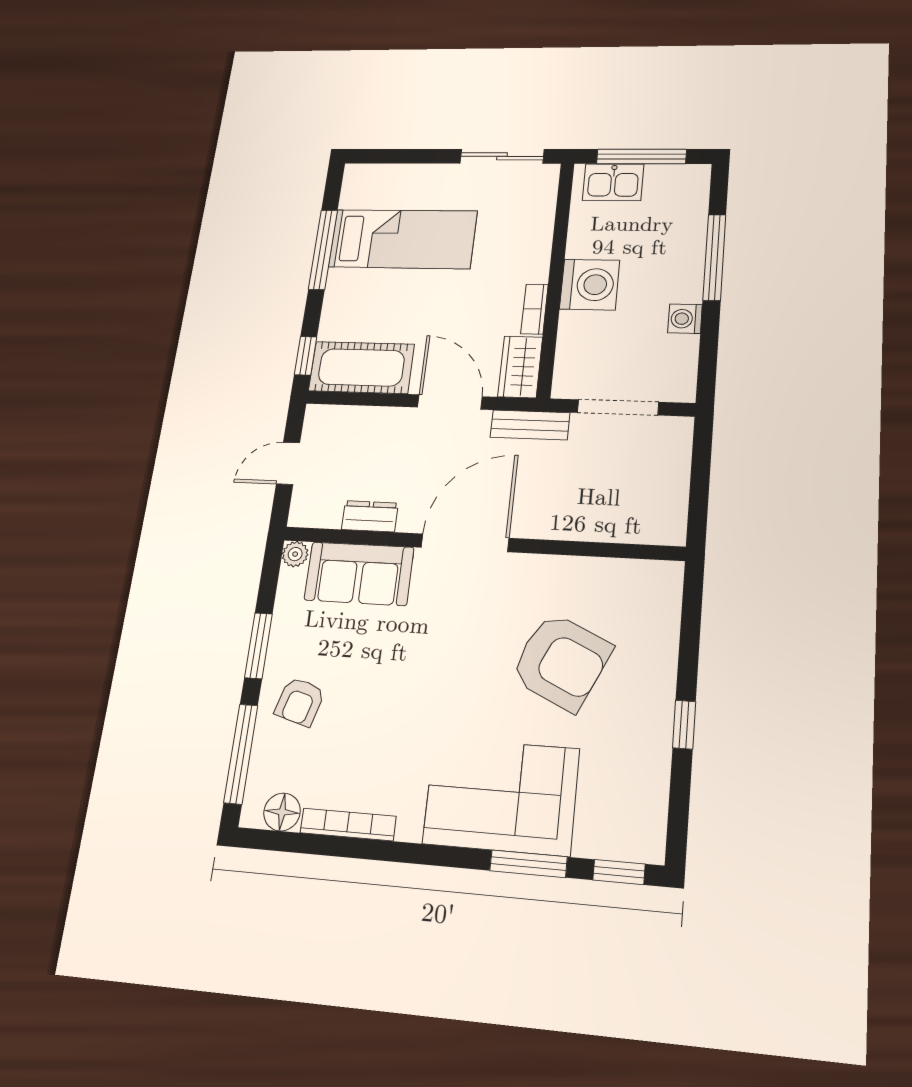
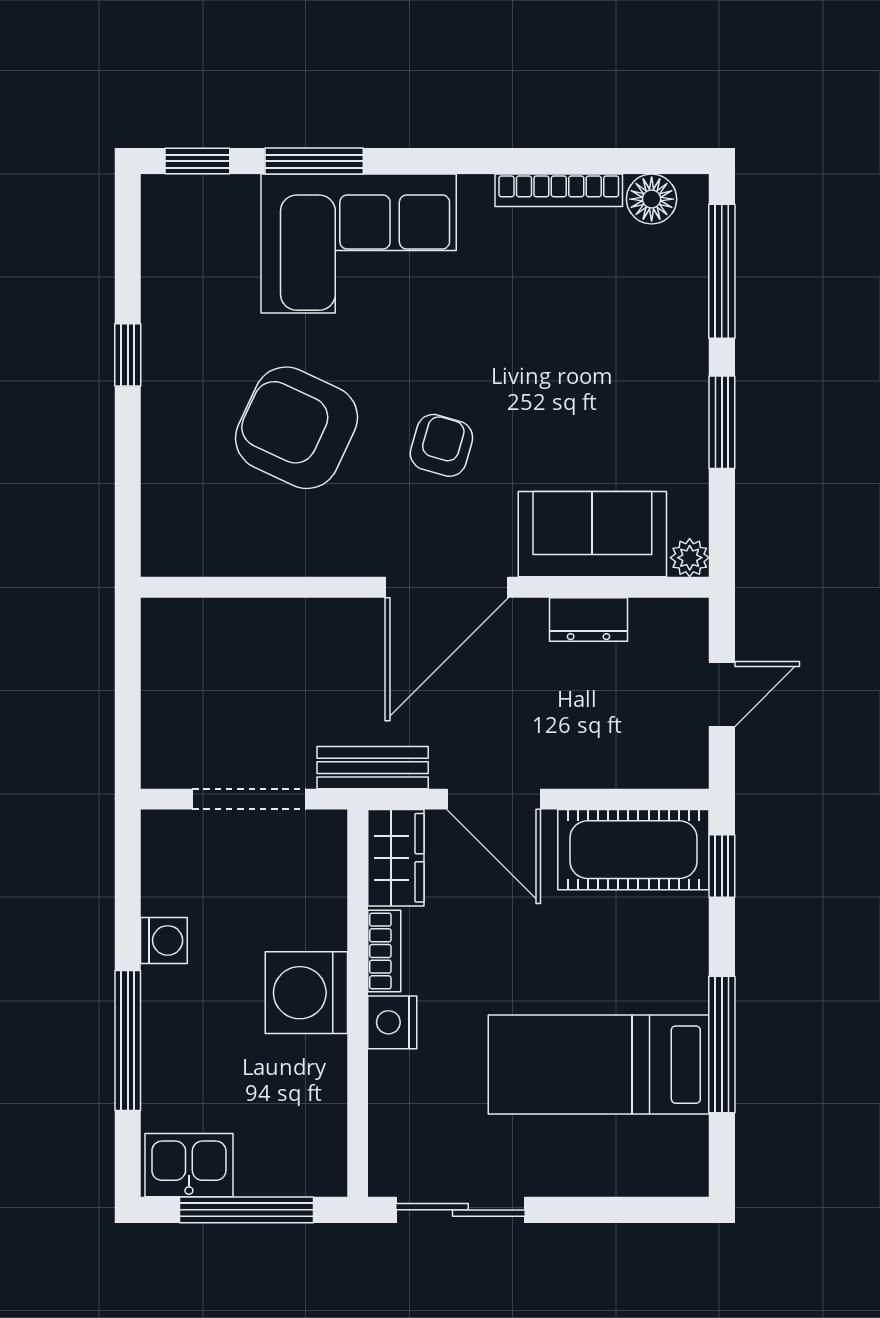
kitchen sink: (613, 182) -> (189, 1165), moved
nightstand: (534, 266) -> (392, 1022), added
armchair: (300, 702) -> (441, 445), moved

